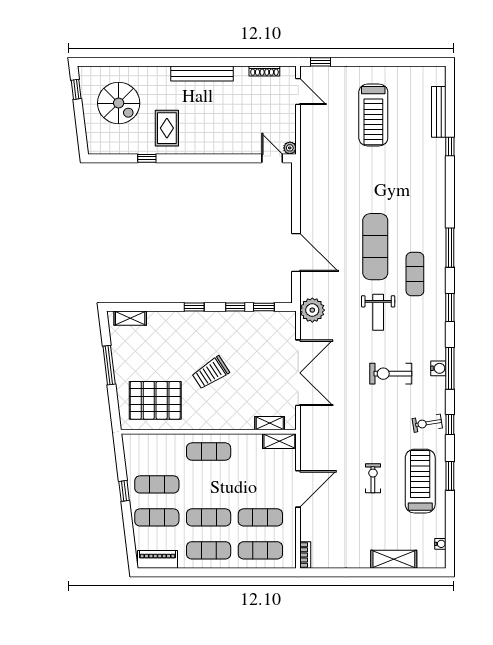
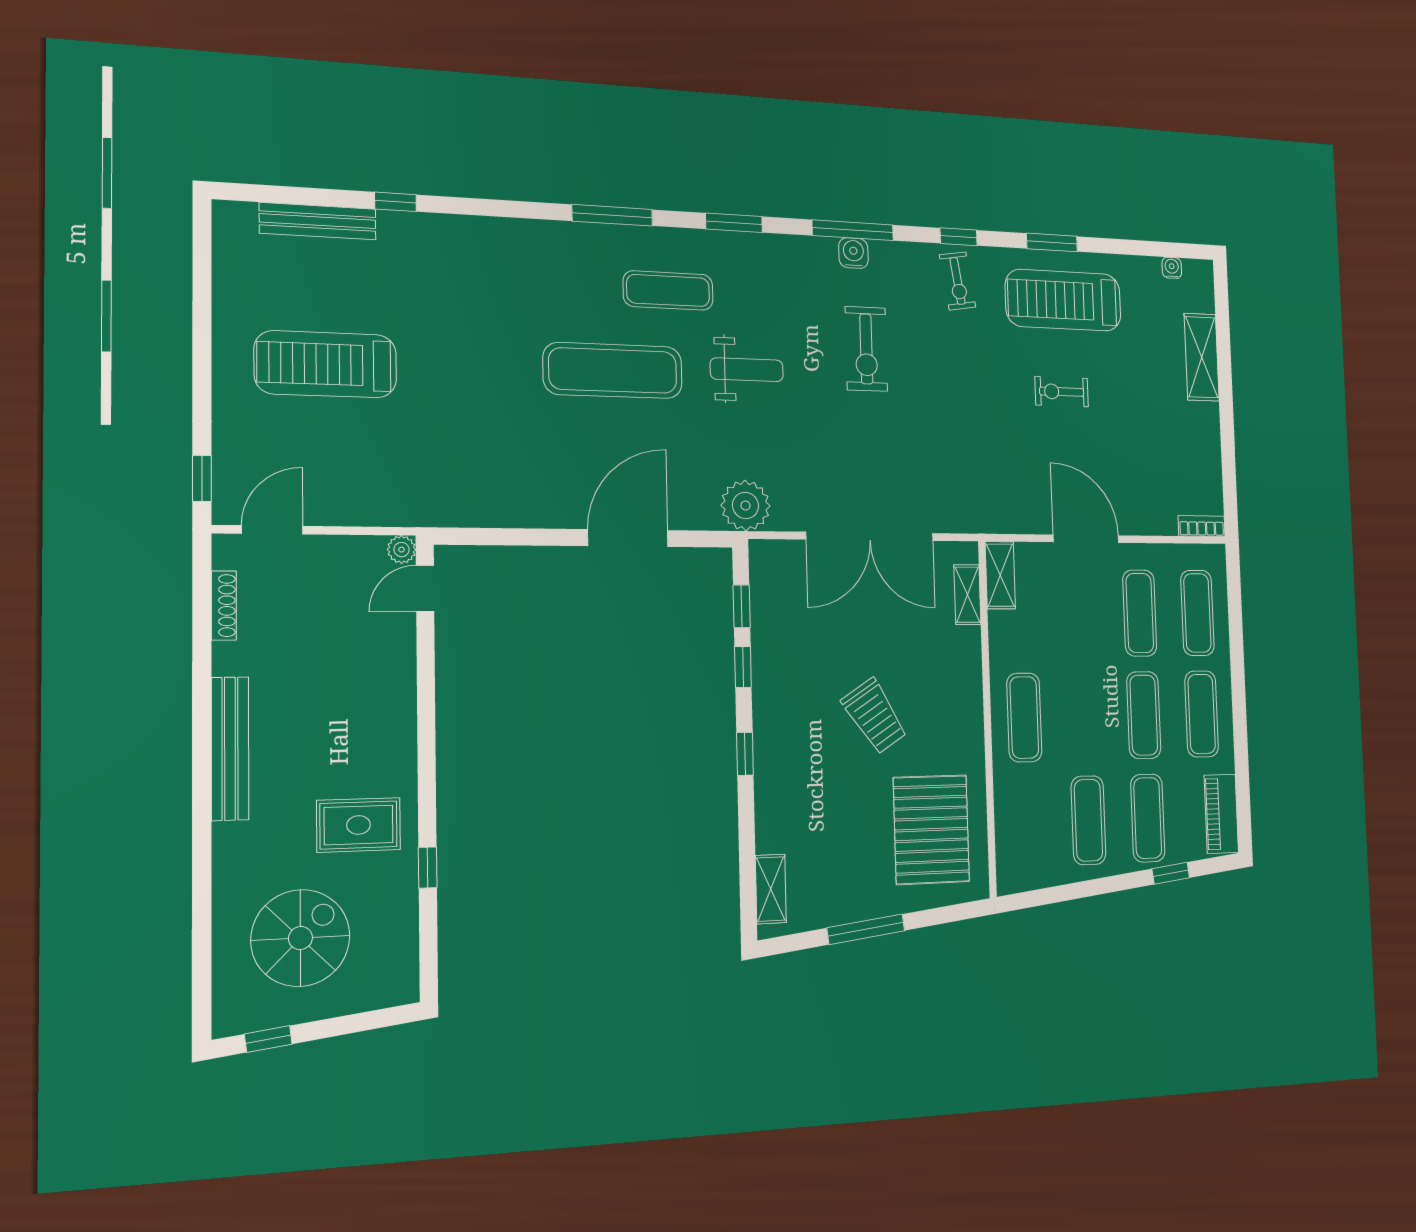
treadmill: (373, 115) -> (326, 364), turned 180
double door: (298, 373) -> (870, 536), swing flipped
window: (124, 491) -> (1171, 873), moved

